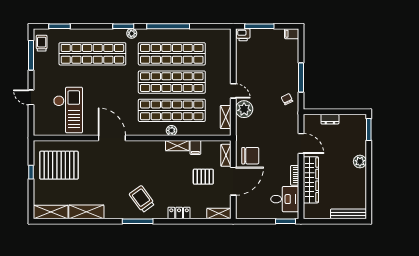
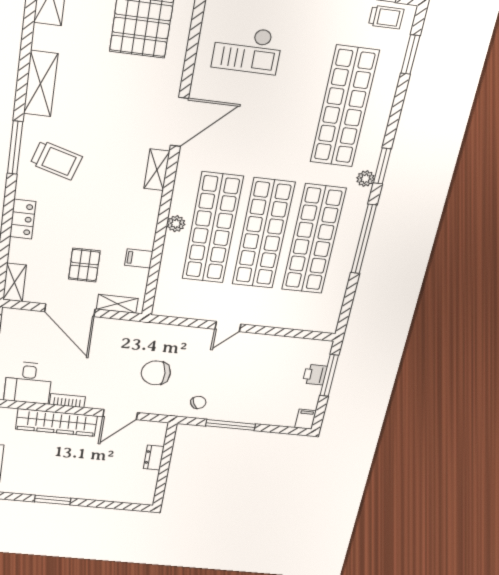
printer: (243, 35) -> (315, 375), moved
plant: (244, 109) -> (193, 339), removed
checkout: (68, 110) -> (247, 50), width x0.73, depth x0.83
shelving: (226, 117) -> (185, 310), removed
window: (369, 129) -> (53, 500), moved
shelving: (177, 146) -> (157, 170), moved
chair: (250, 156) -> (156, 373), moved, turned 86
plant: (360, 162) -> (77, 491), removed
trolley: (142, 199) -> (56, 160), turned 53
shelving: (86, 212) -> (41, 84), moved

